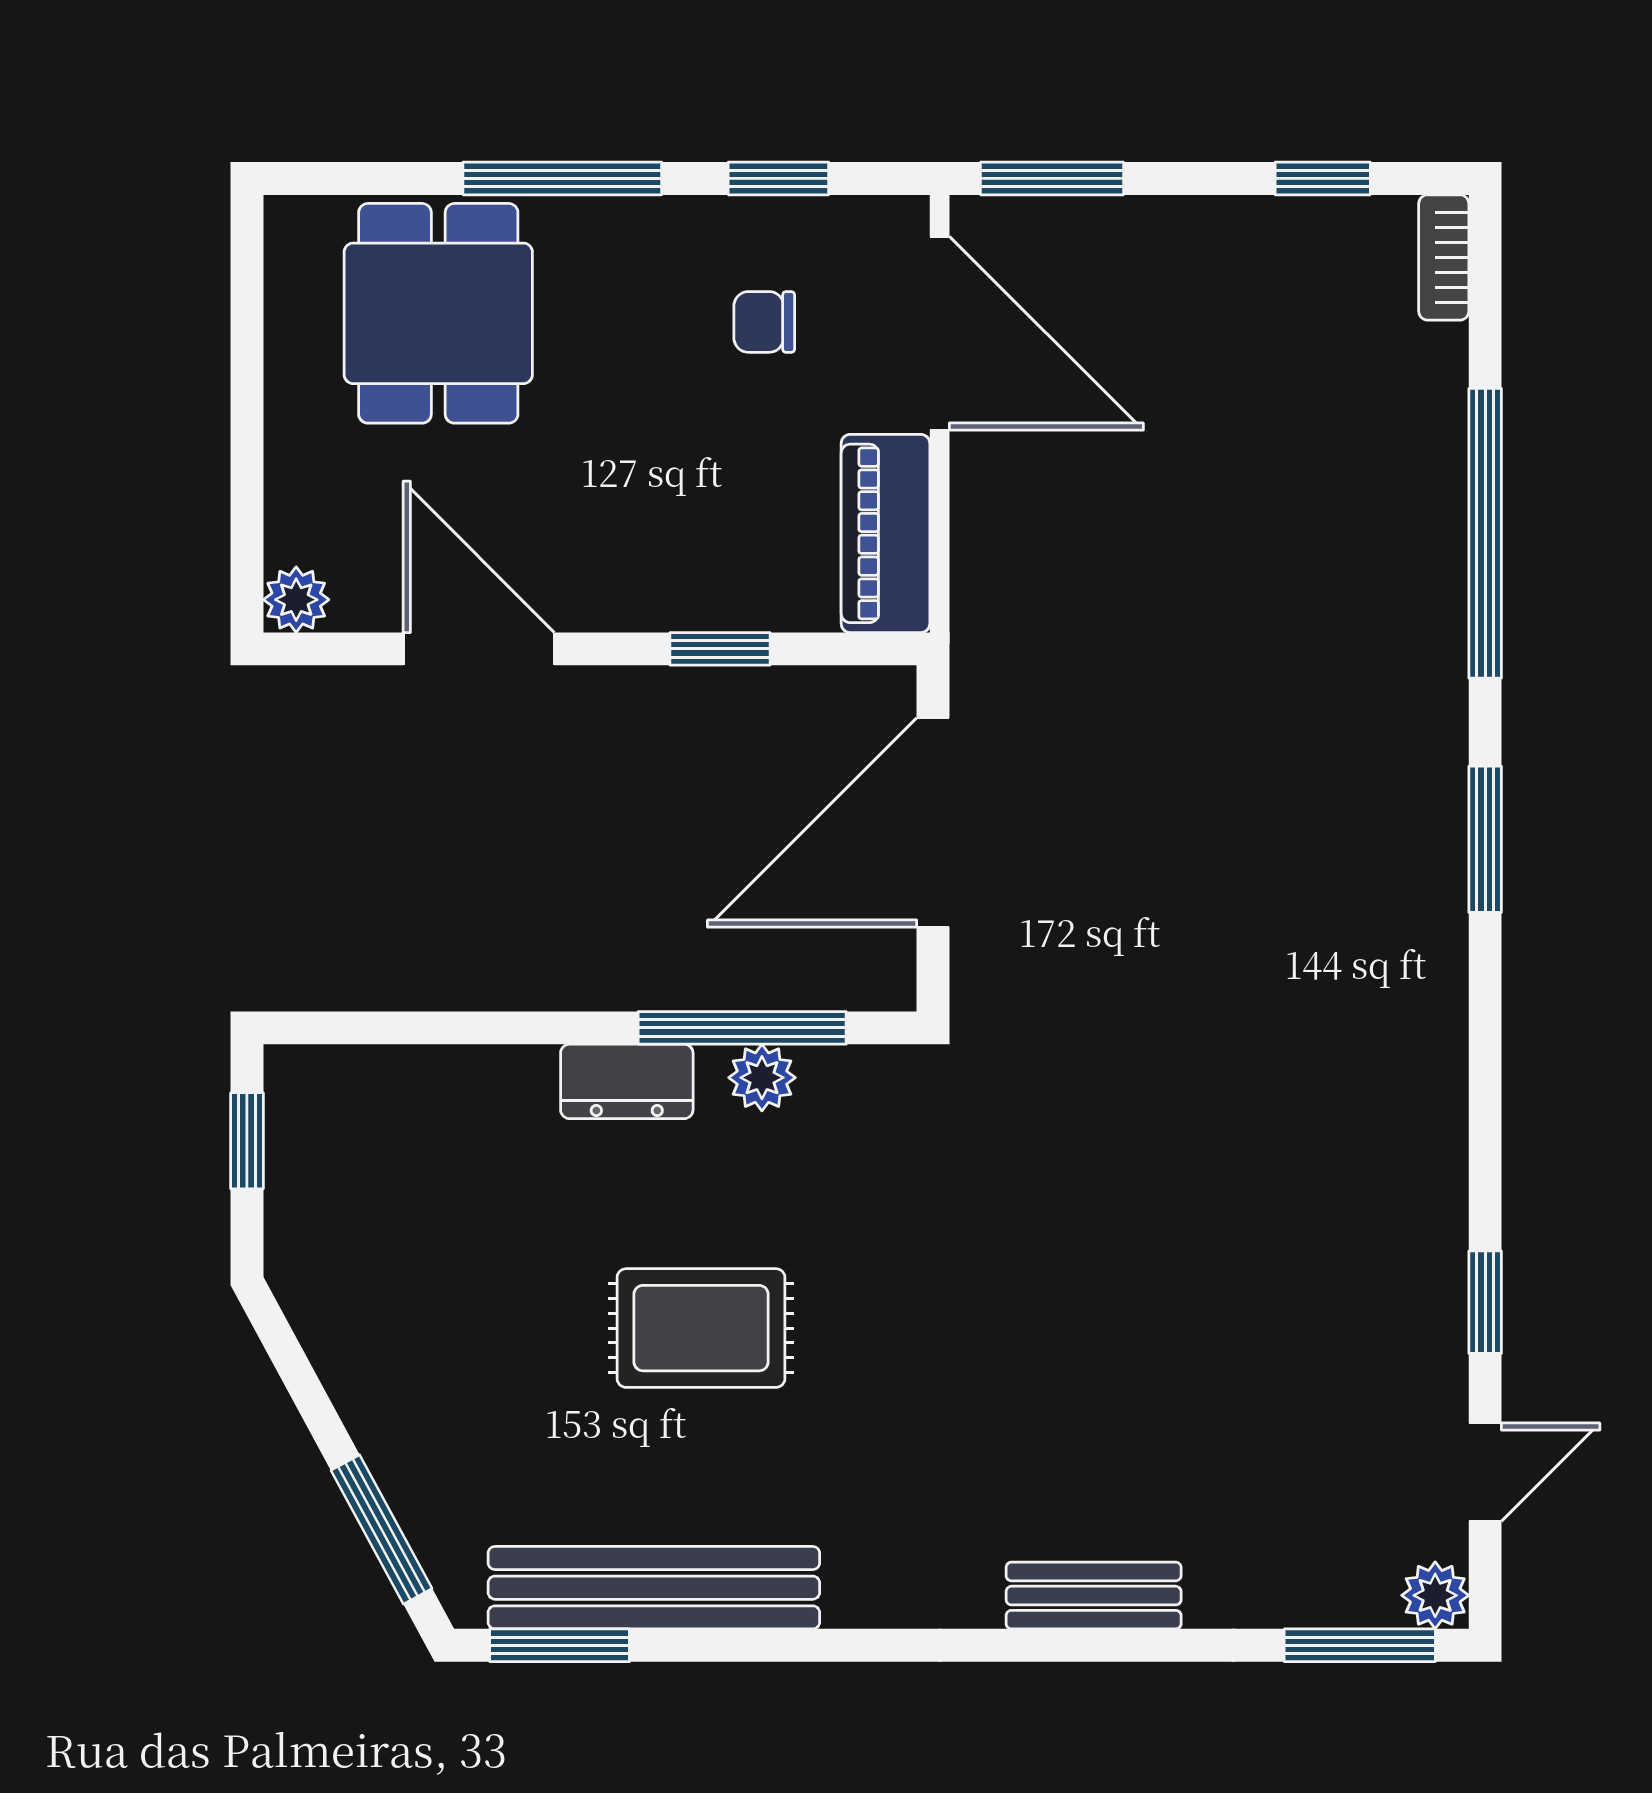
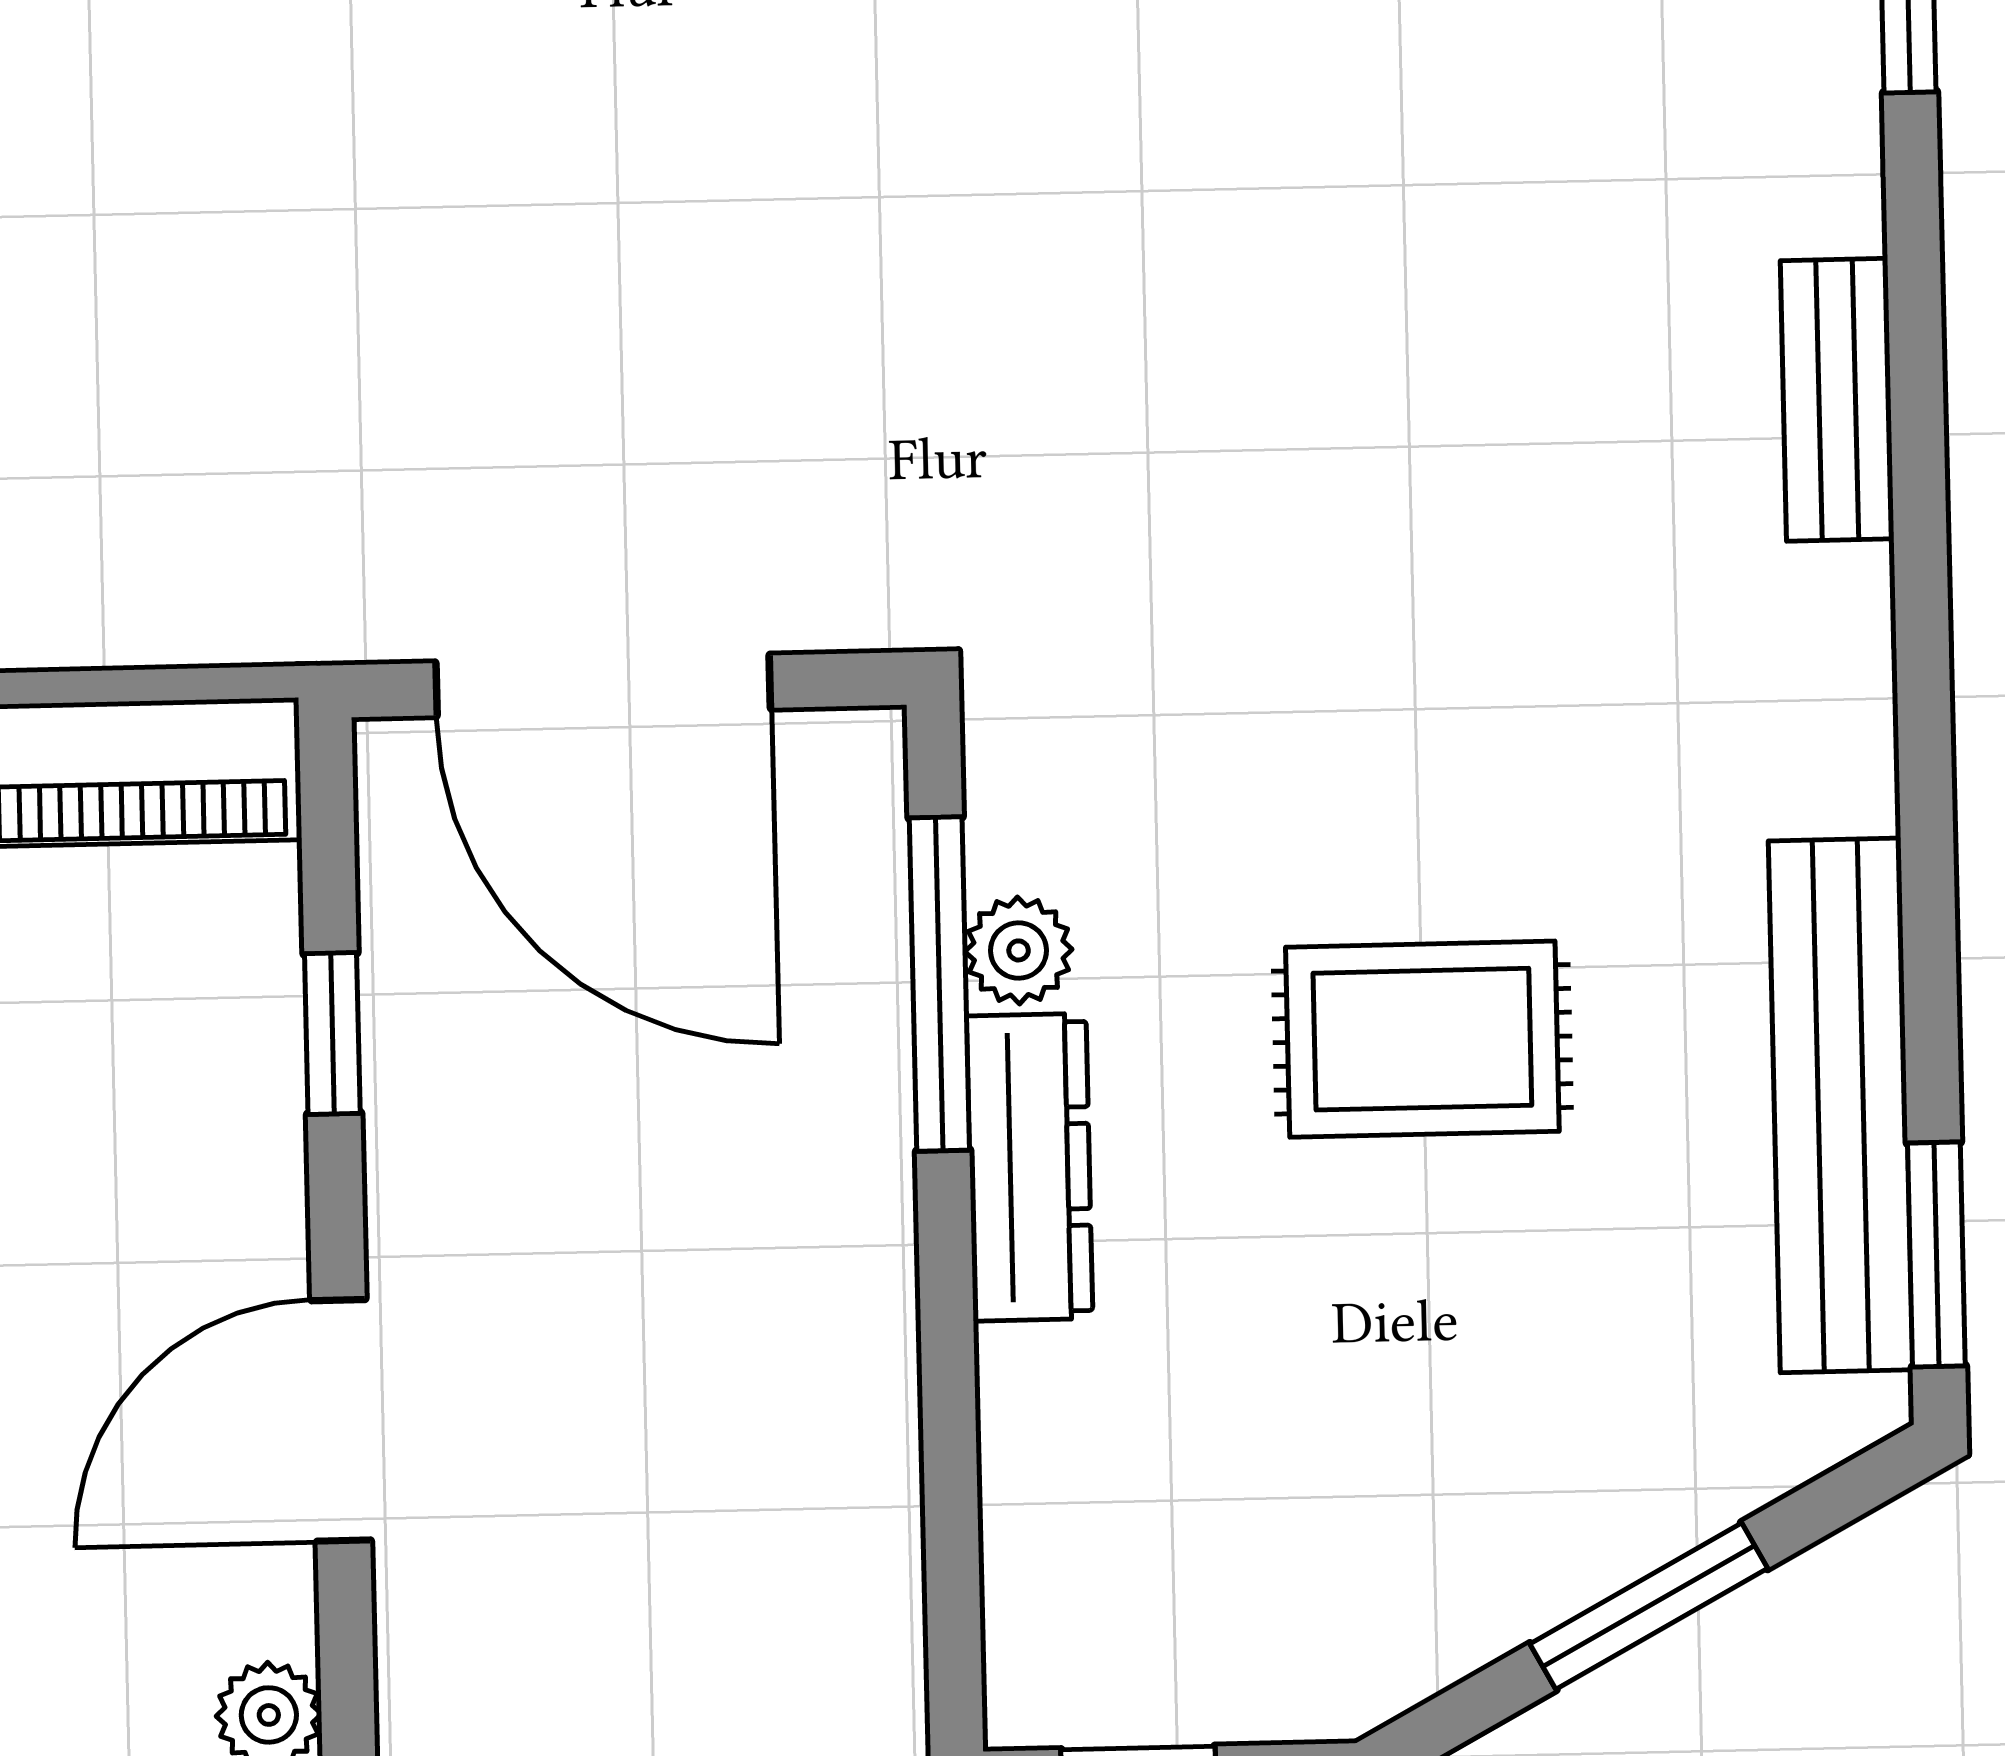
dresser: (627, 1081) -> (1030, 1167), width x1.44
rug: (701, 1328) -> (1422, 1039), turned 90
window: (382, 1529) -> (1649, 1606), moved

